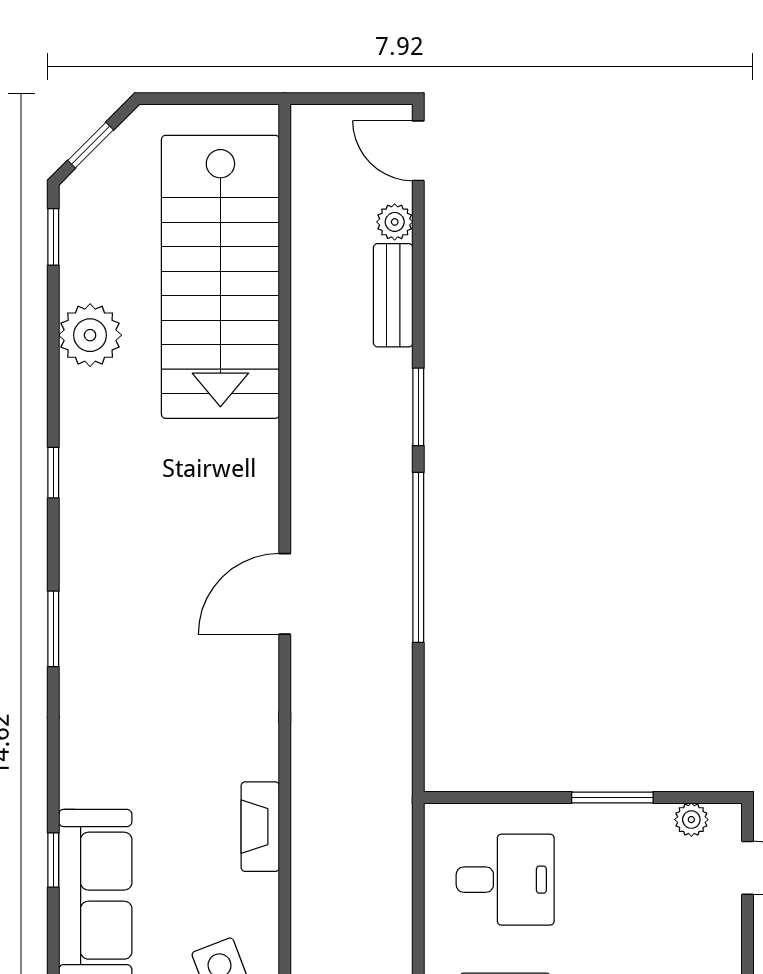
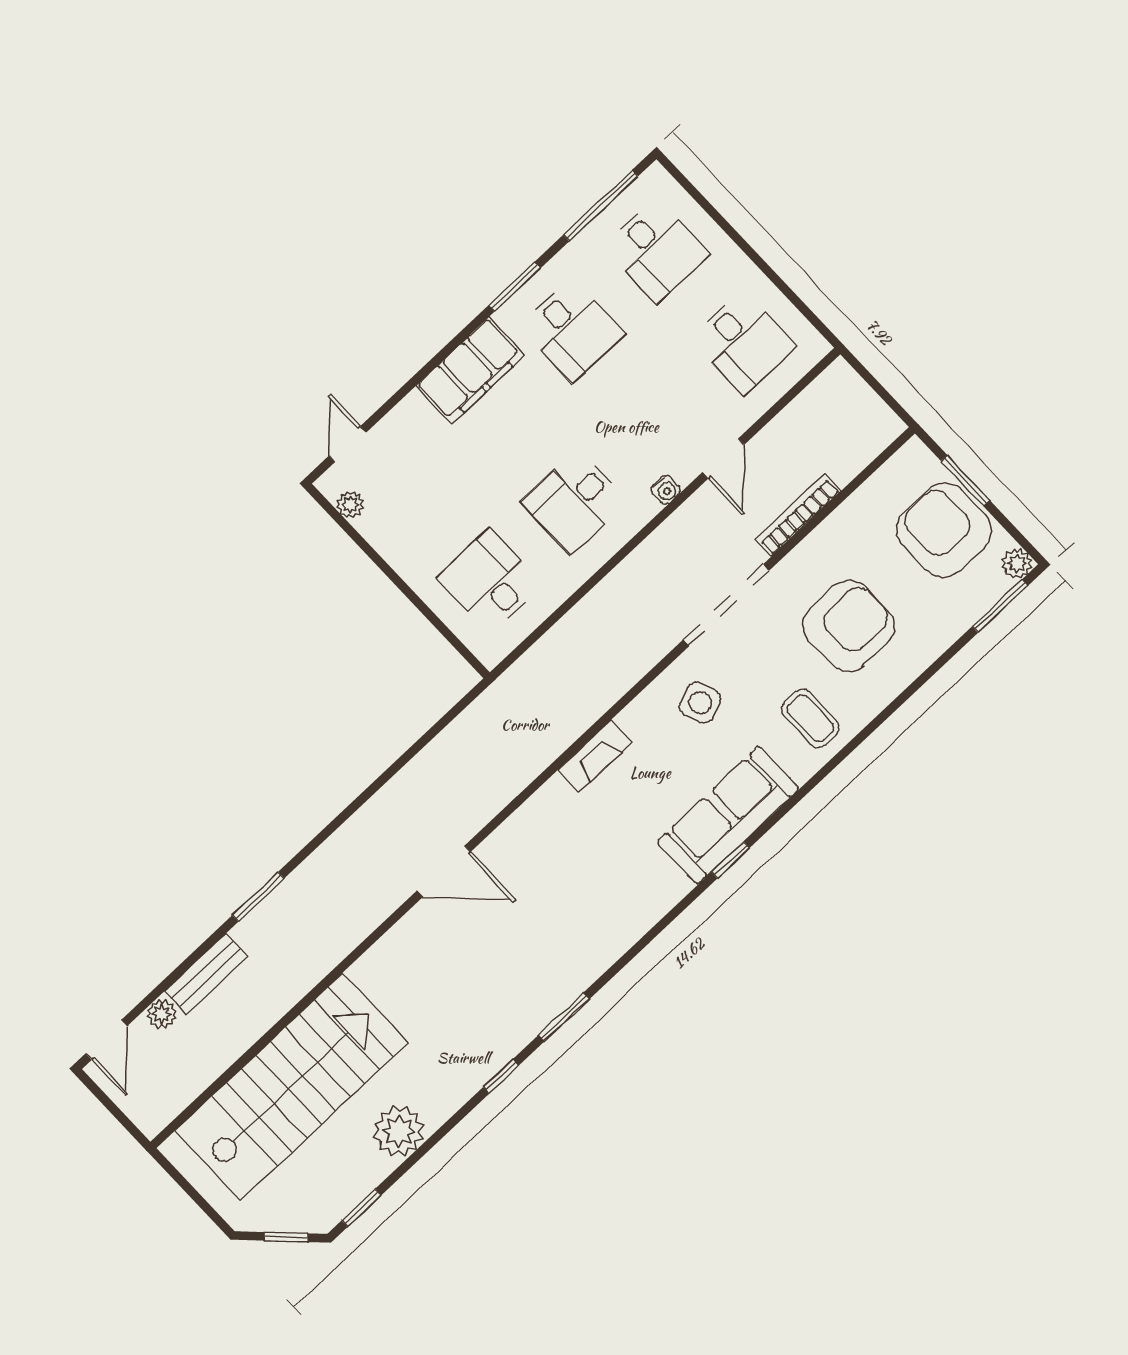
window: (418, 557) -> (347, 813), removed
window: (53, 629) -> (564, 1017), moved
window: (612, 797) -> (381, 564), removed

